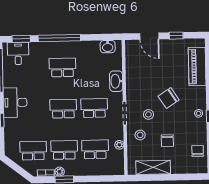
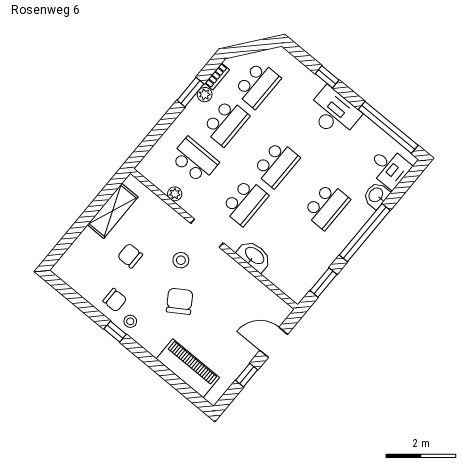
window: (21, 39) -> (323, 283), moved
washbasin: (108, 47) -> (376, 195), moved
stool: (140, 135) -> (165, 229), removed
school desk: (95, 149) -> (194, 160), turned -90
chair: (198, 151) -> (115, 300), moved

